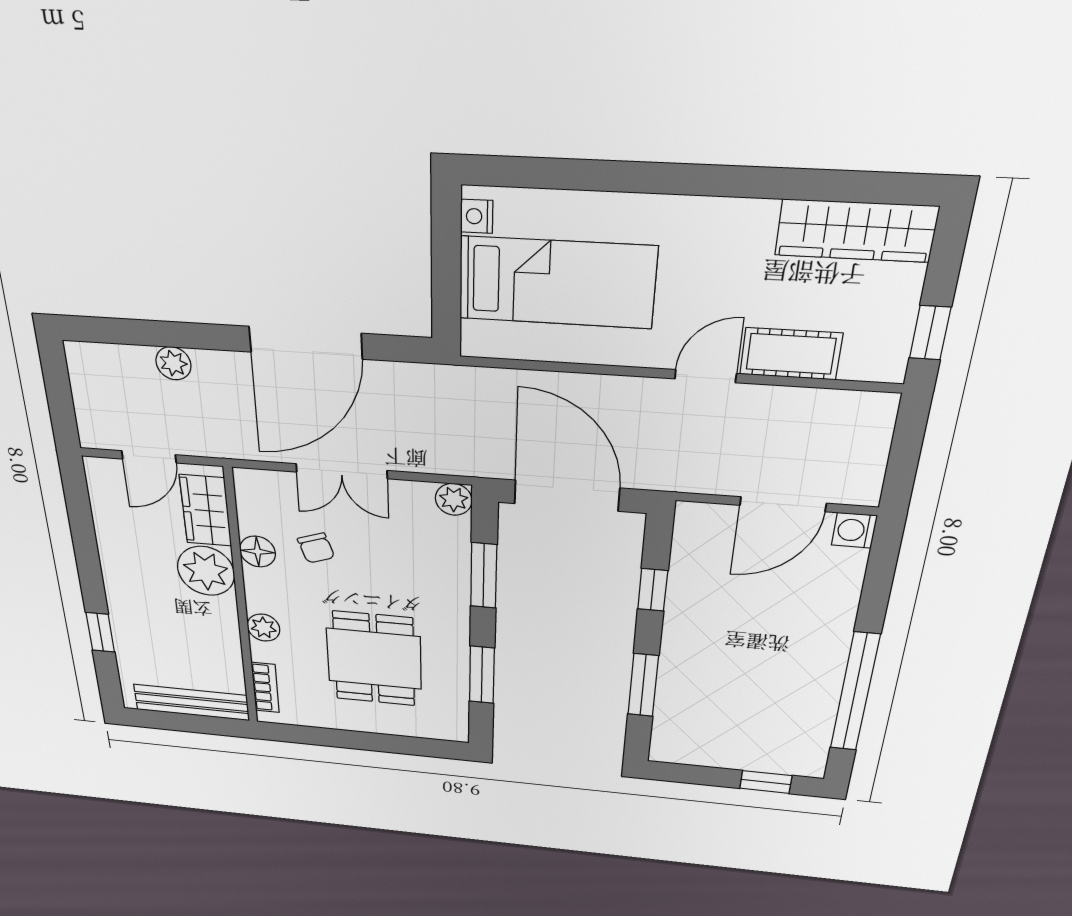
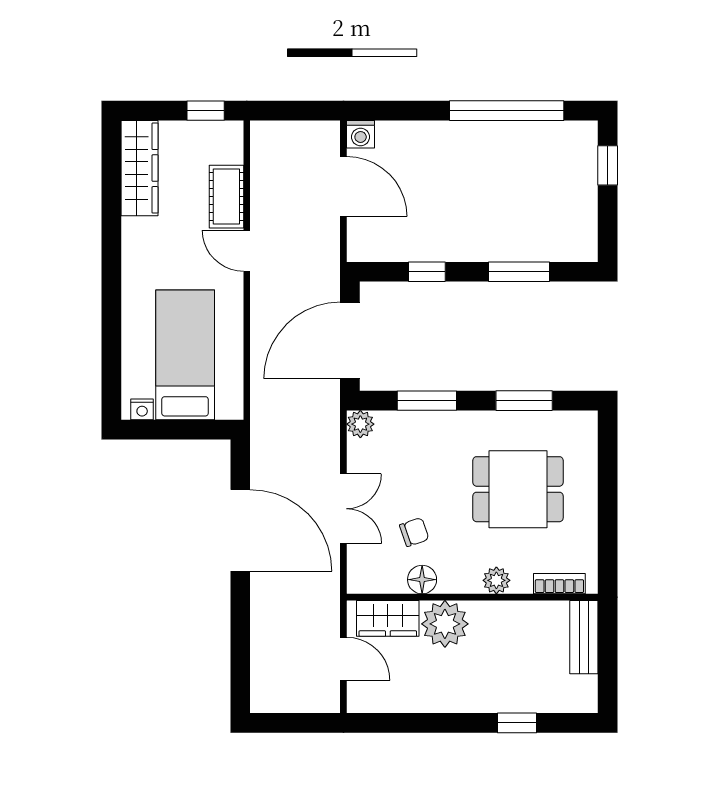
plant: (173, 363) -> (263, 630), removed
bench: (192, 702) -> (584, 637), width x0.73

